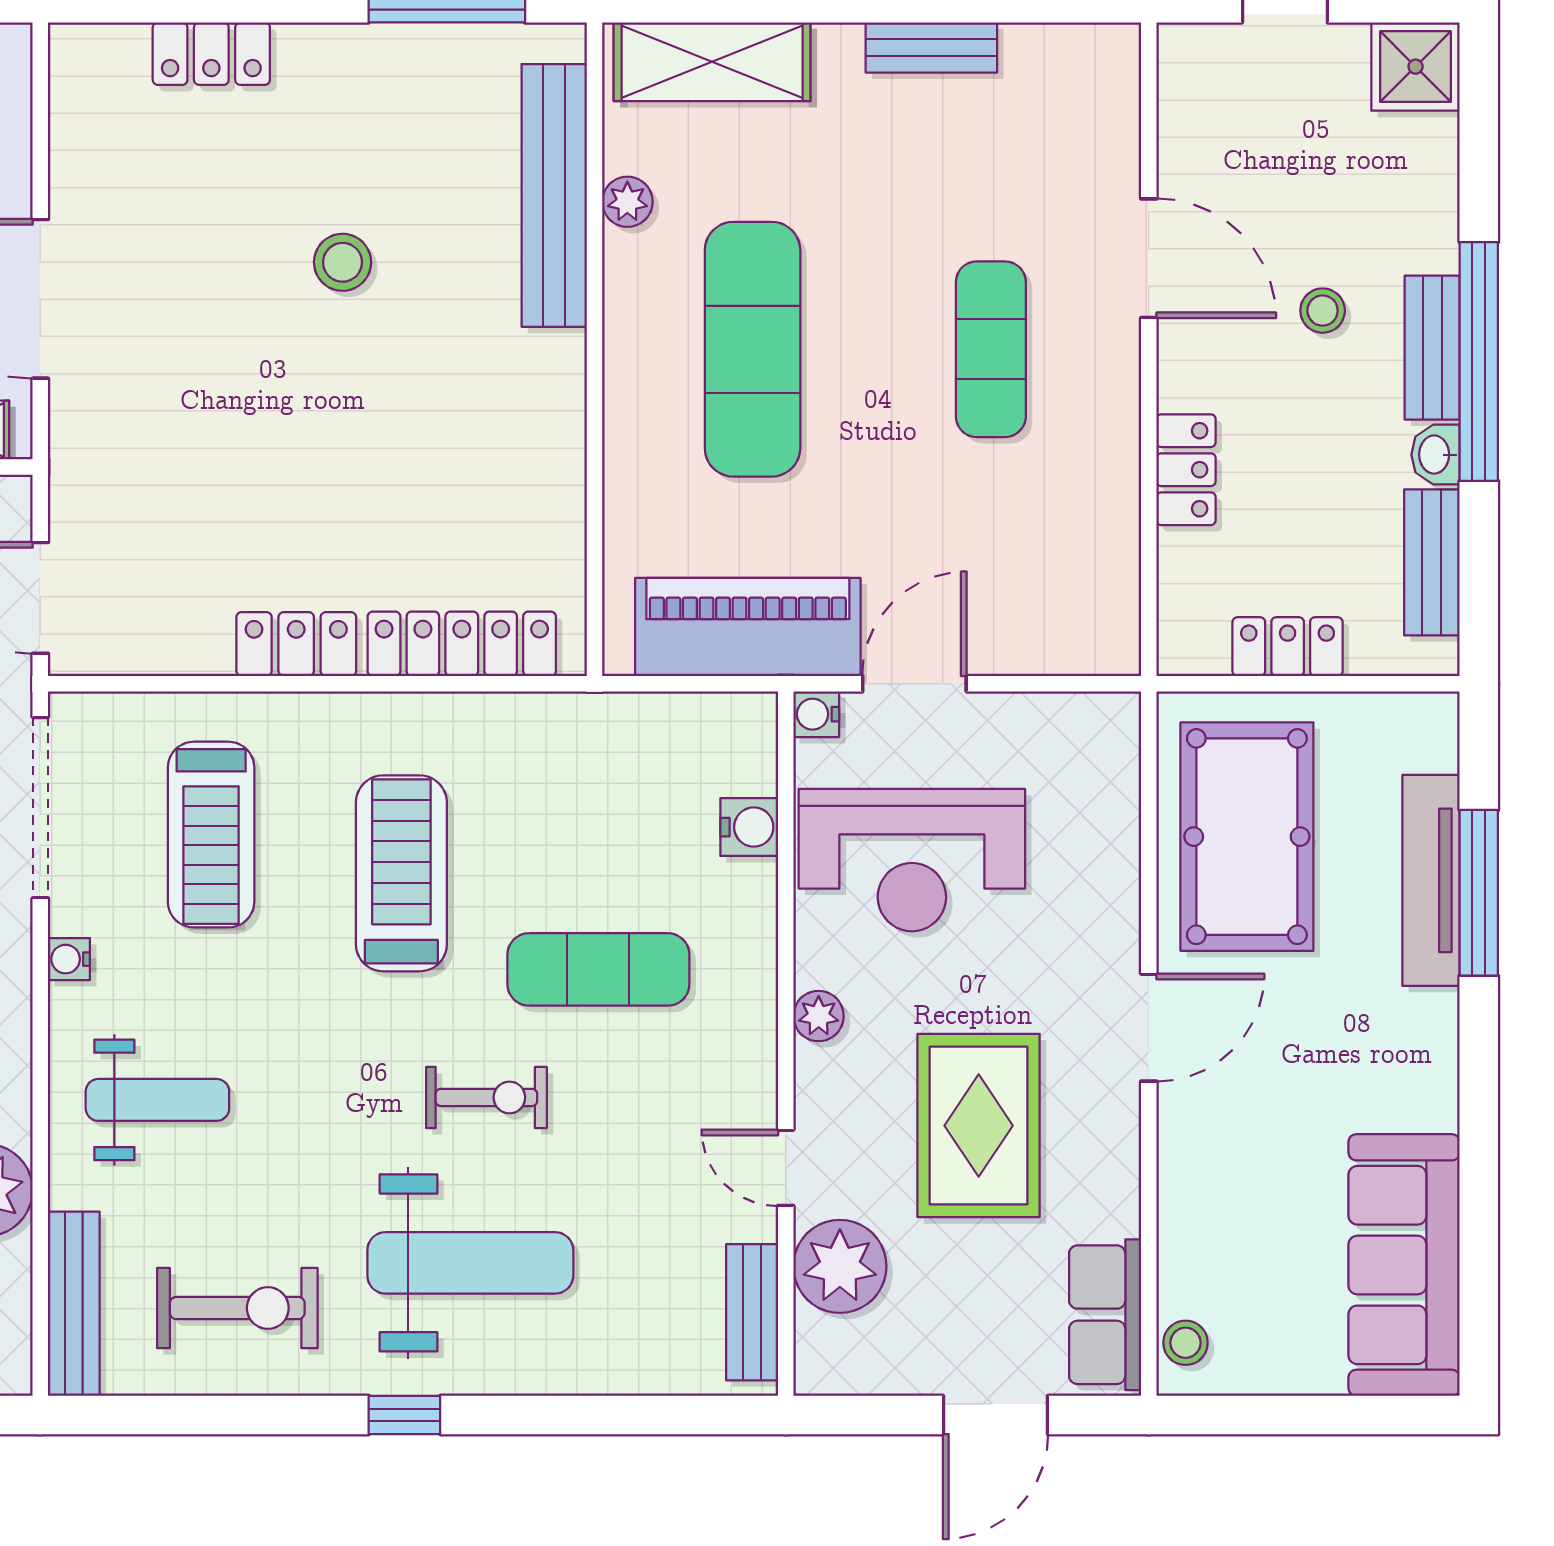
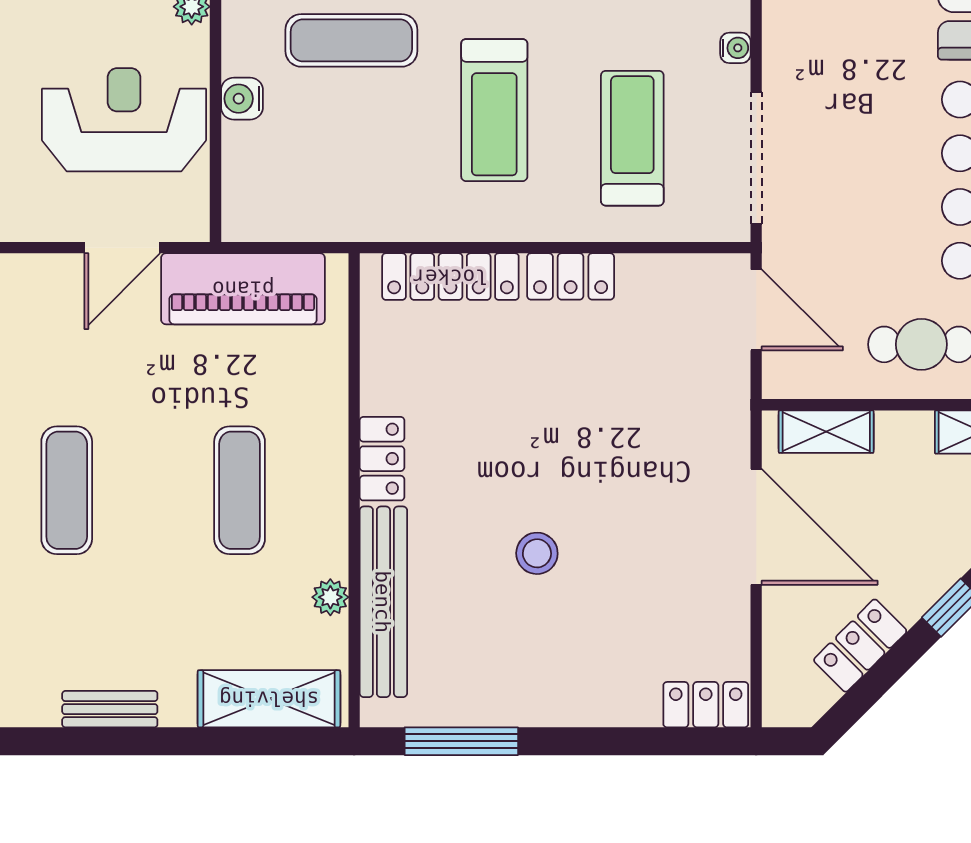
locker: (211, 54) -> (706, 705), moved
exercise mat: (753, 349) -> (240, 490), width x0.73, depth x0.69
locker: (556, 393) -> (382, 459), added
water cooler: (816, 714) -> (193, 226), removed
water cooler: (749, 827) -> (242, 99), moved

